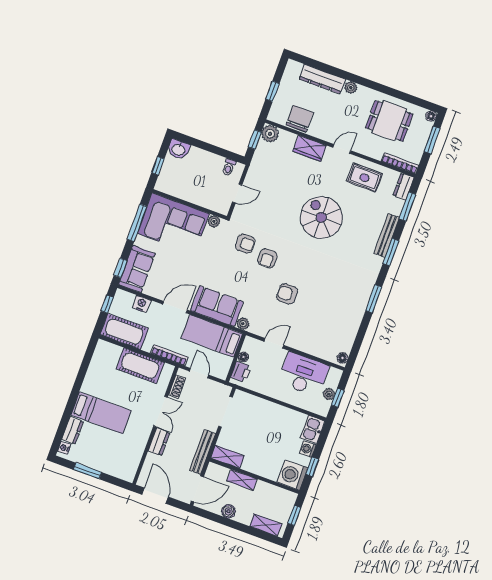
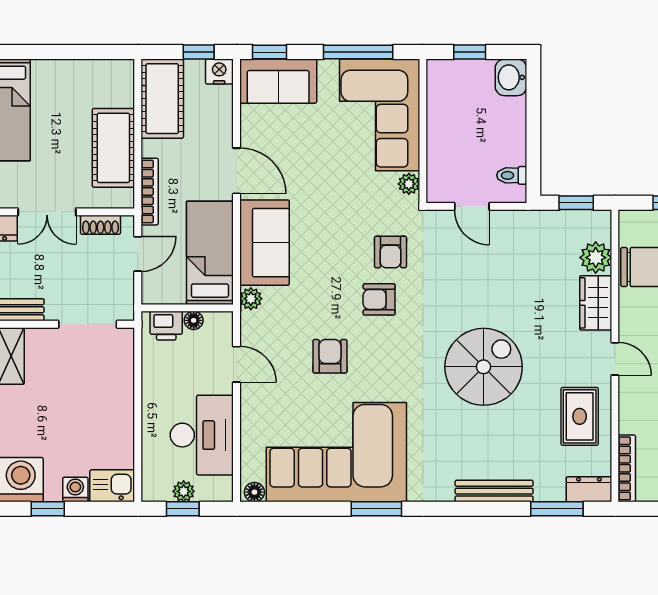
plant: (270, 134) -> (596, 258), moved
window: (391, 252) -> (468, 509), removed
nightstand: (141, 304) -> (219, 71), moved, turned -90
corner sofa: (337, 309) -> (336, 452), added

